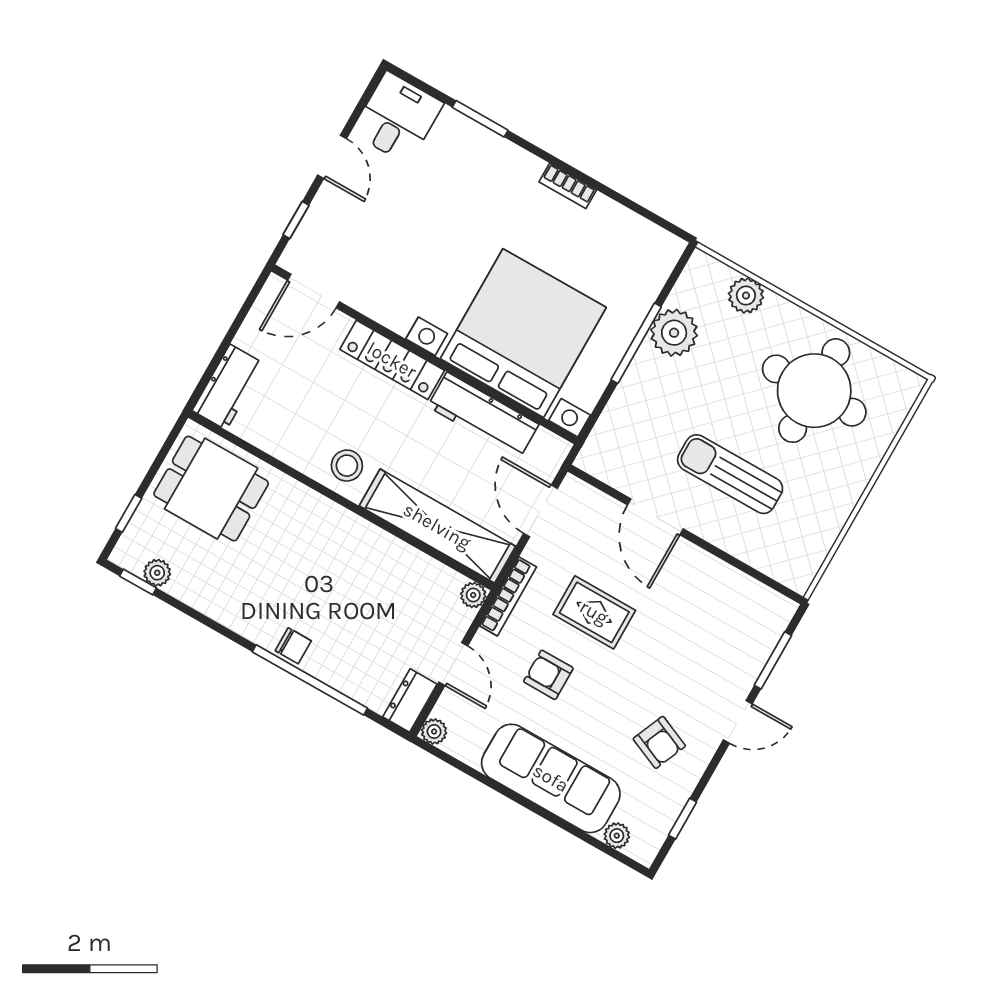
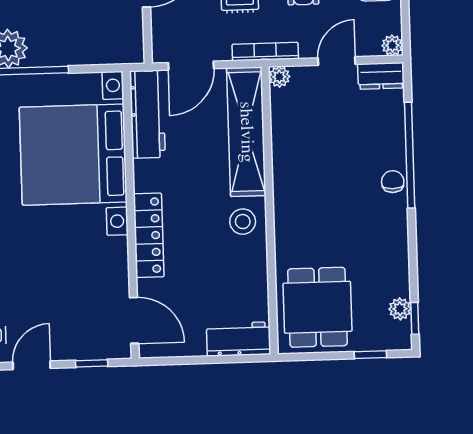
workbench: (483, 415) -> (147, 114), moved

